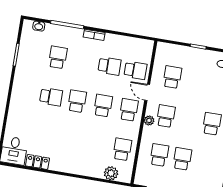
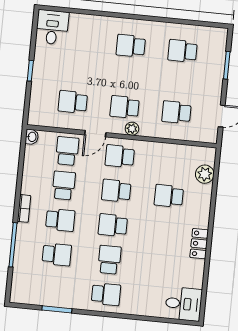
washbasin: (39, 26) -> (32, 137), moved
school desk: (58, 57) -> (57, 254), turned 180
school desk: (84, 62) -> (60, 220), added
school desk: (25, 93) -> (106, 294), added
school desk: (122, 149) -> (169, 196), moved
school desk: (182, 159) -> (183, 51), moved
locker: (37, 162) -> (199, 244), moved

